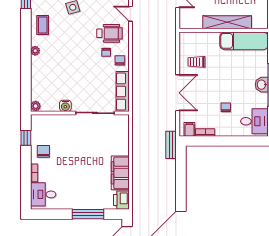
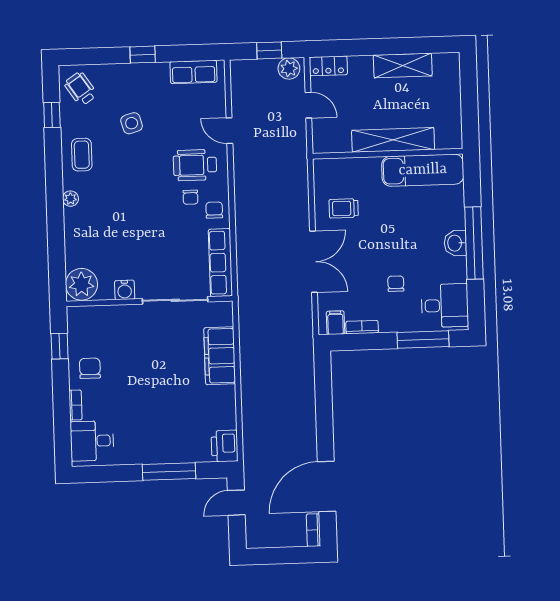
wheelchair: (109, 33) -> (195, 165), turned 180
plant: (36, 106) -> (81, 284), width x1.88, depth x1.88
window: (241, 141) -> (423, 340), added
bench: (171, 145) -> (305, 350), removed
filing cabinet: (120, 173) -> (220, 356), moved

